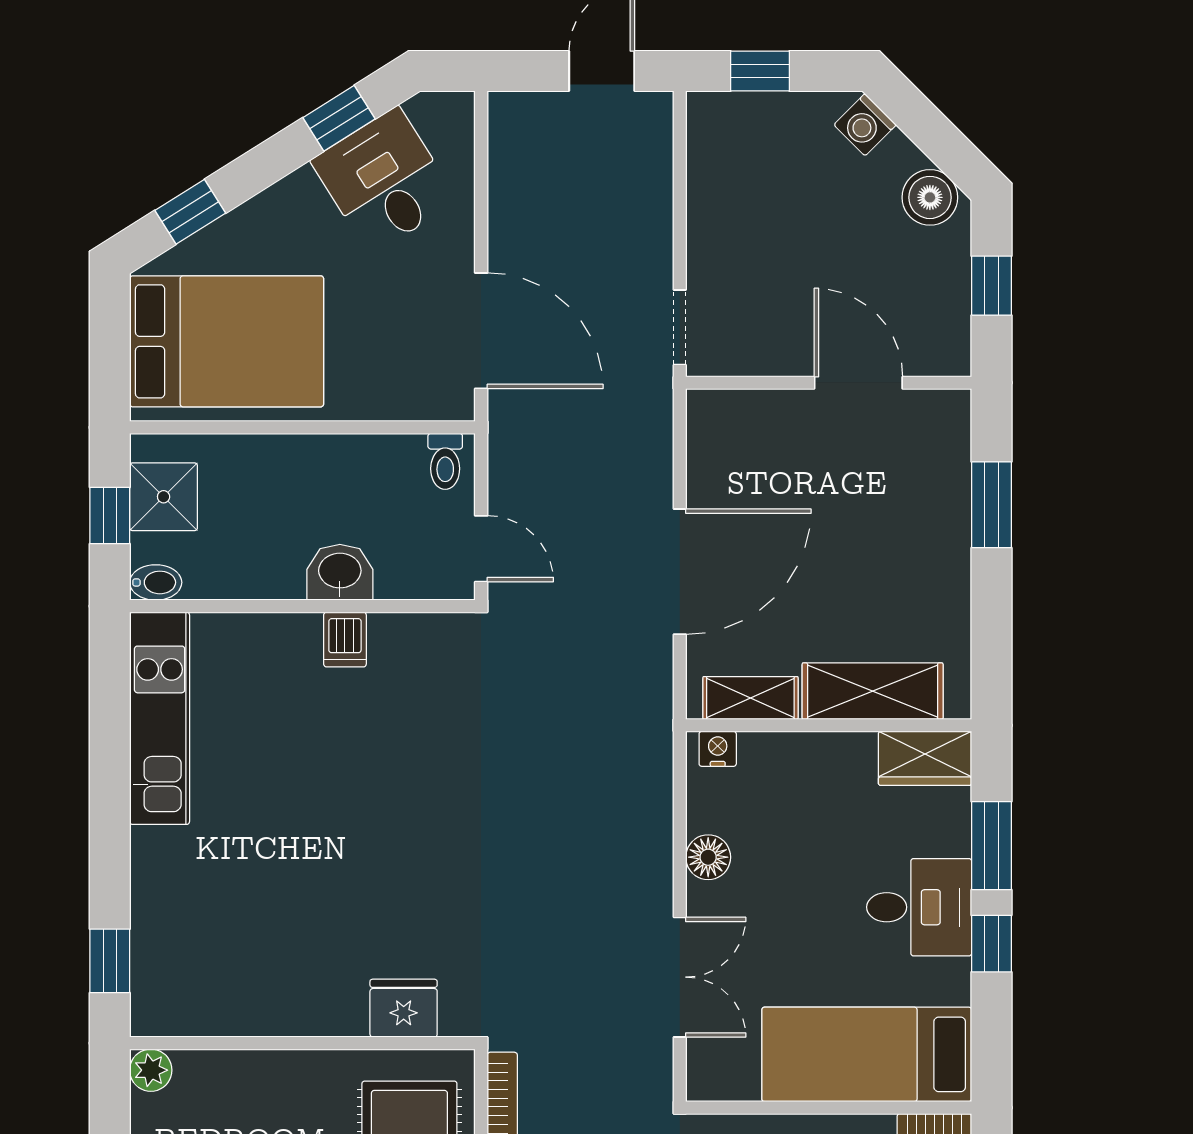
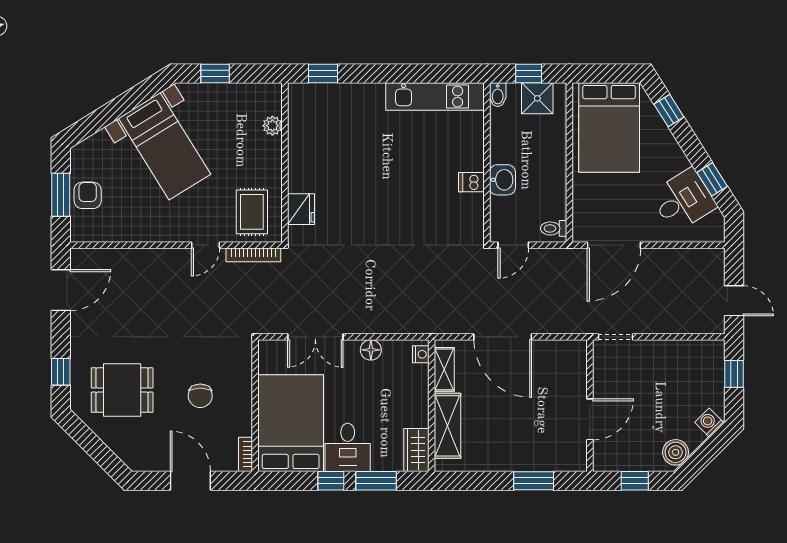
bed: (867, 1054) -> (291, 423), width x1.50
plant: (151, 1070) -> (272, 126), moved

